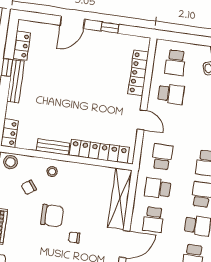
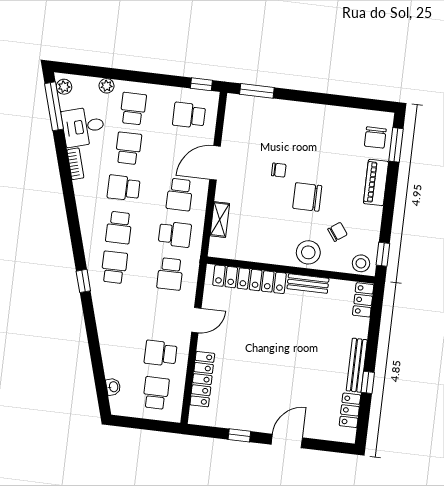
door: (142, 120) -> (196, 320), swing flipped
stool: (52, 172) -> (308, 252), width x1.89, depth x1.89
shelving: (120, 199) -> (220, 220), width x0.45, depth x0.75
school desk: (153, 220) -> (180, 195), turned 180

